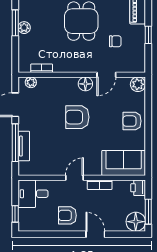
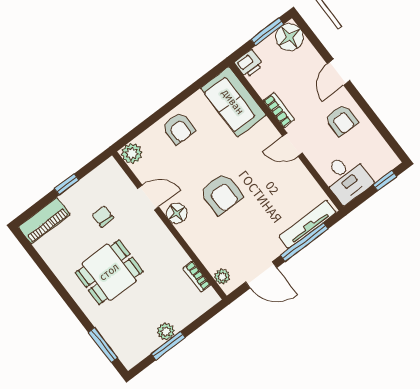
tv unit: (24, 146) -> (307, 224), width x1.41

